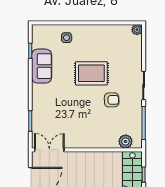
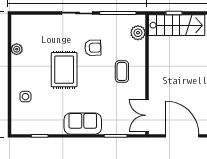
plant: (137, 30) -> (17, 49), moved
sofa: (42, 66) -> (83, 124), moved
armchair: (112, 100) -> (93, 48), turned 89
coffee table: (90, 127) -> (122, 72), added

